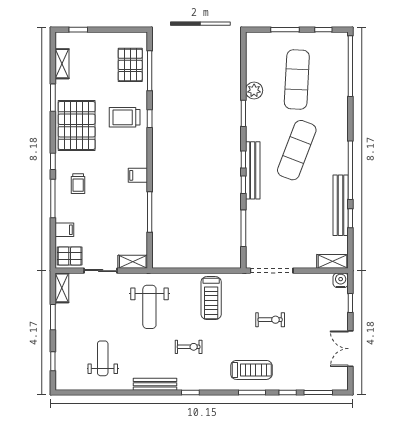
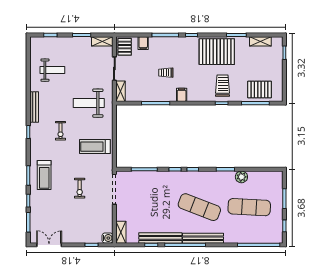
bench: (253, 170) -> (203, 238), moved
trolley: (78, 184) -> (166, 73), moved
double door: (350, 349) -> (49, 245), moved

